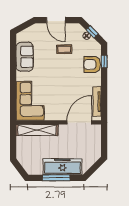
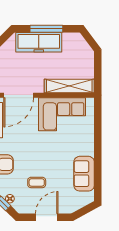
door: (56, 20) -> (47, 217), hinge flipped
corner sofa: (30, 101) -> (62, 114), moved, turned -90

